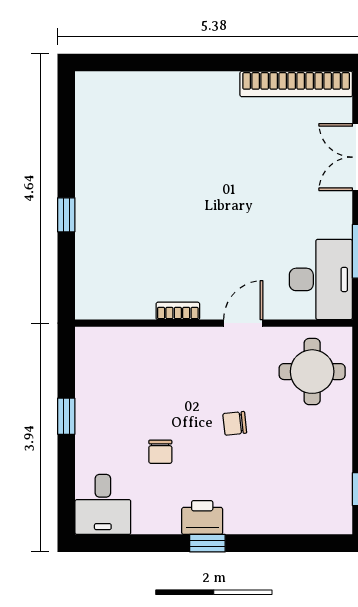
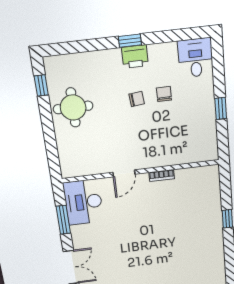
round table: (312, 372) -> (73, 107), moved
chair: (235, 423) -> (137, 99), moved

